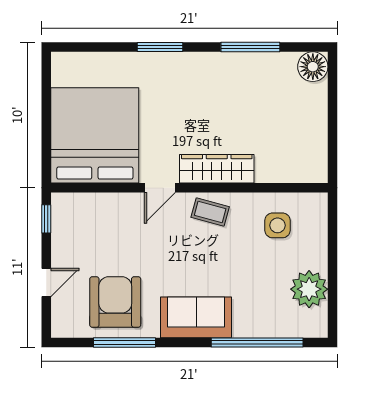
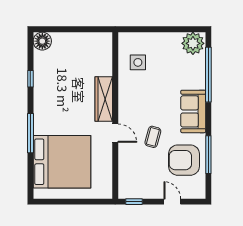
window: (160, 47) -> (30, 133), width x1.44
window: (250, 47) -> (30, 79), width x0.46
bed: (95, 135) -> (62, 162), moved, turned 180
coffee table: (210, 212) -> (153, 137), moved
plant: (309, 289) -> (193, 43), moved

